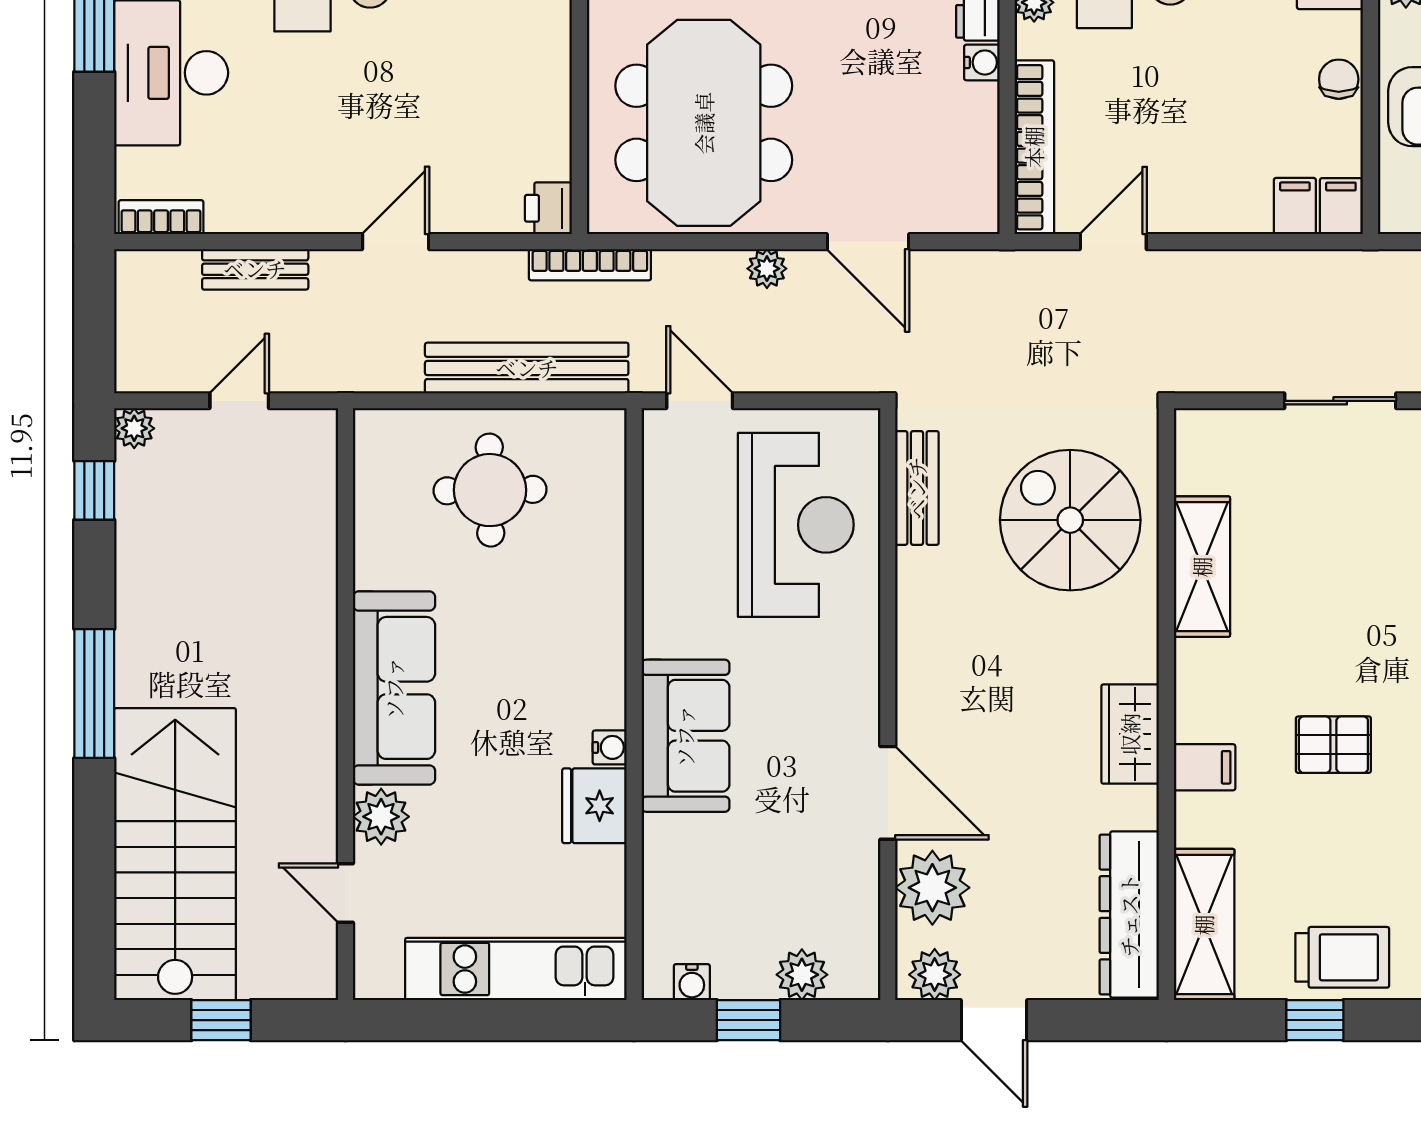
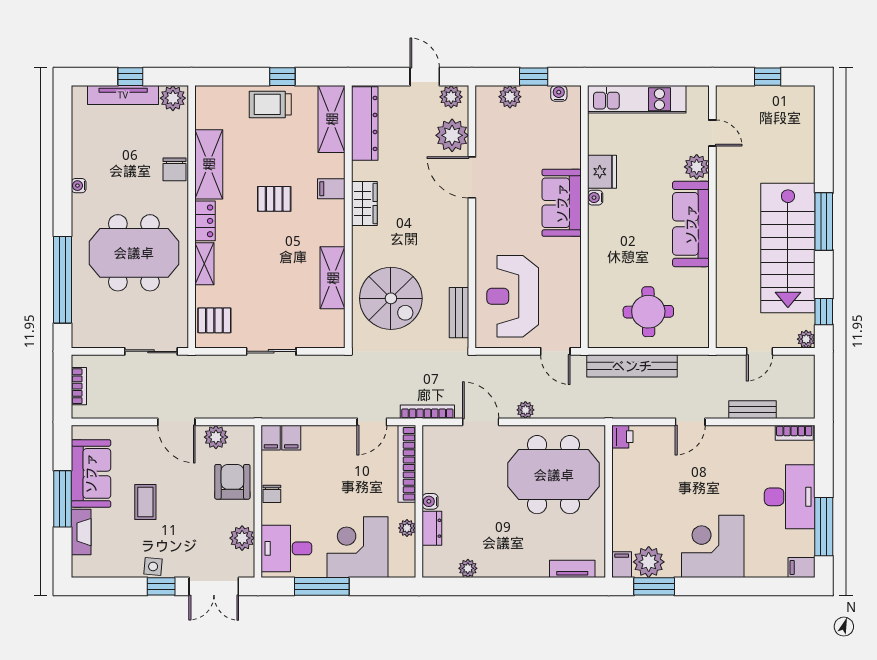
meeting table: (704, 123) -> (554, 475), turned 90
bookcase: (590, 265) -> (427, 412), moved
stairs: (175, 854) -> (788, 248), moved

